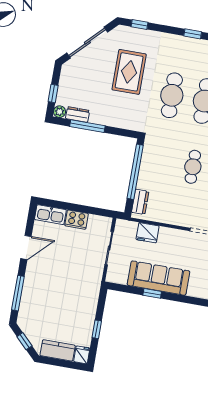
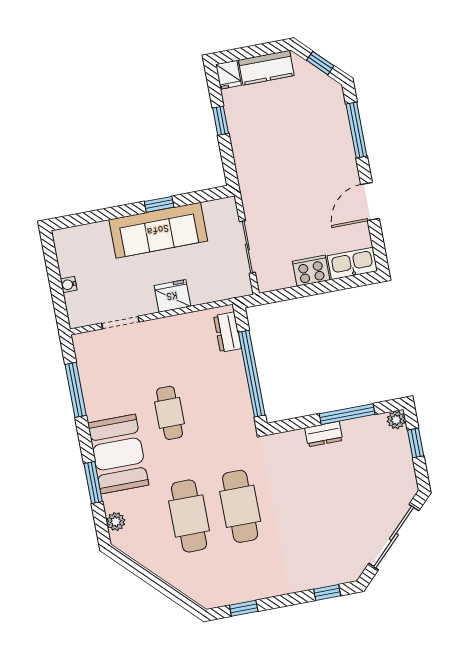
rug: (129, 72) -> (316, 517), removed
dresser: (78, 114) -> (324, 434), moved
fridge: (148, 233) -> (172, 296), moved

